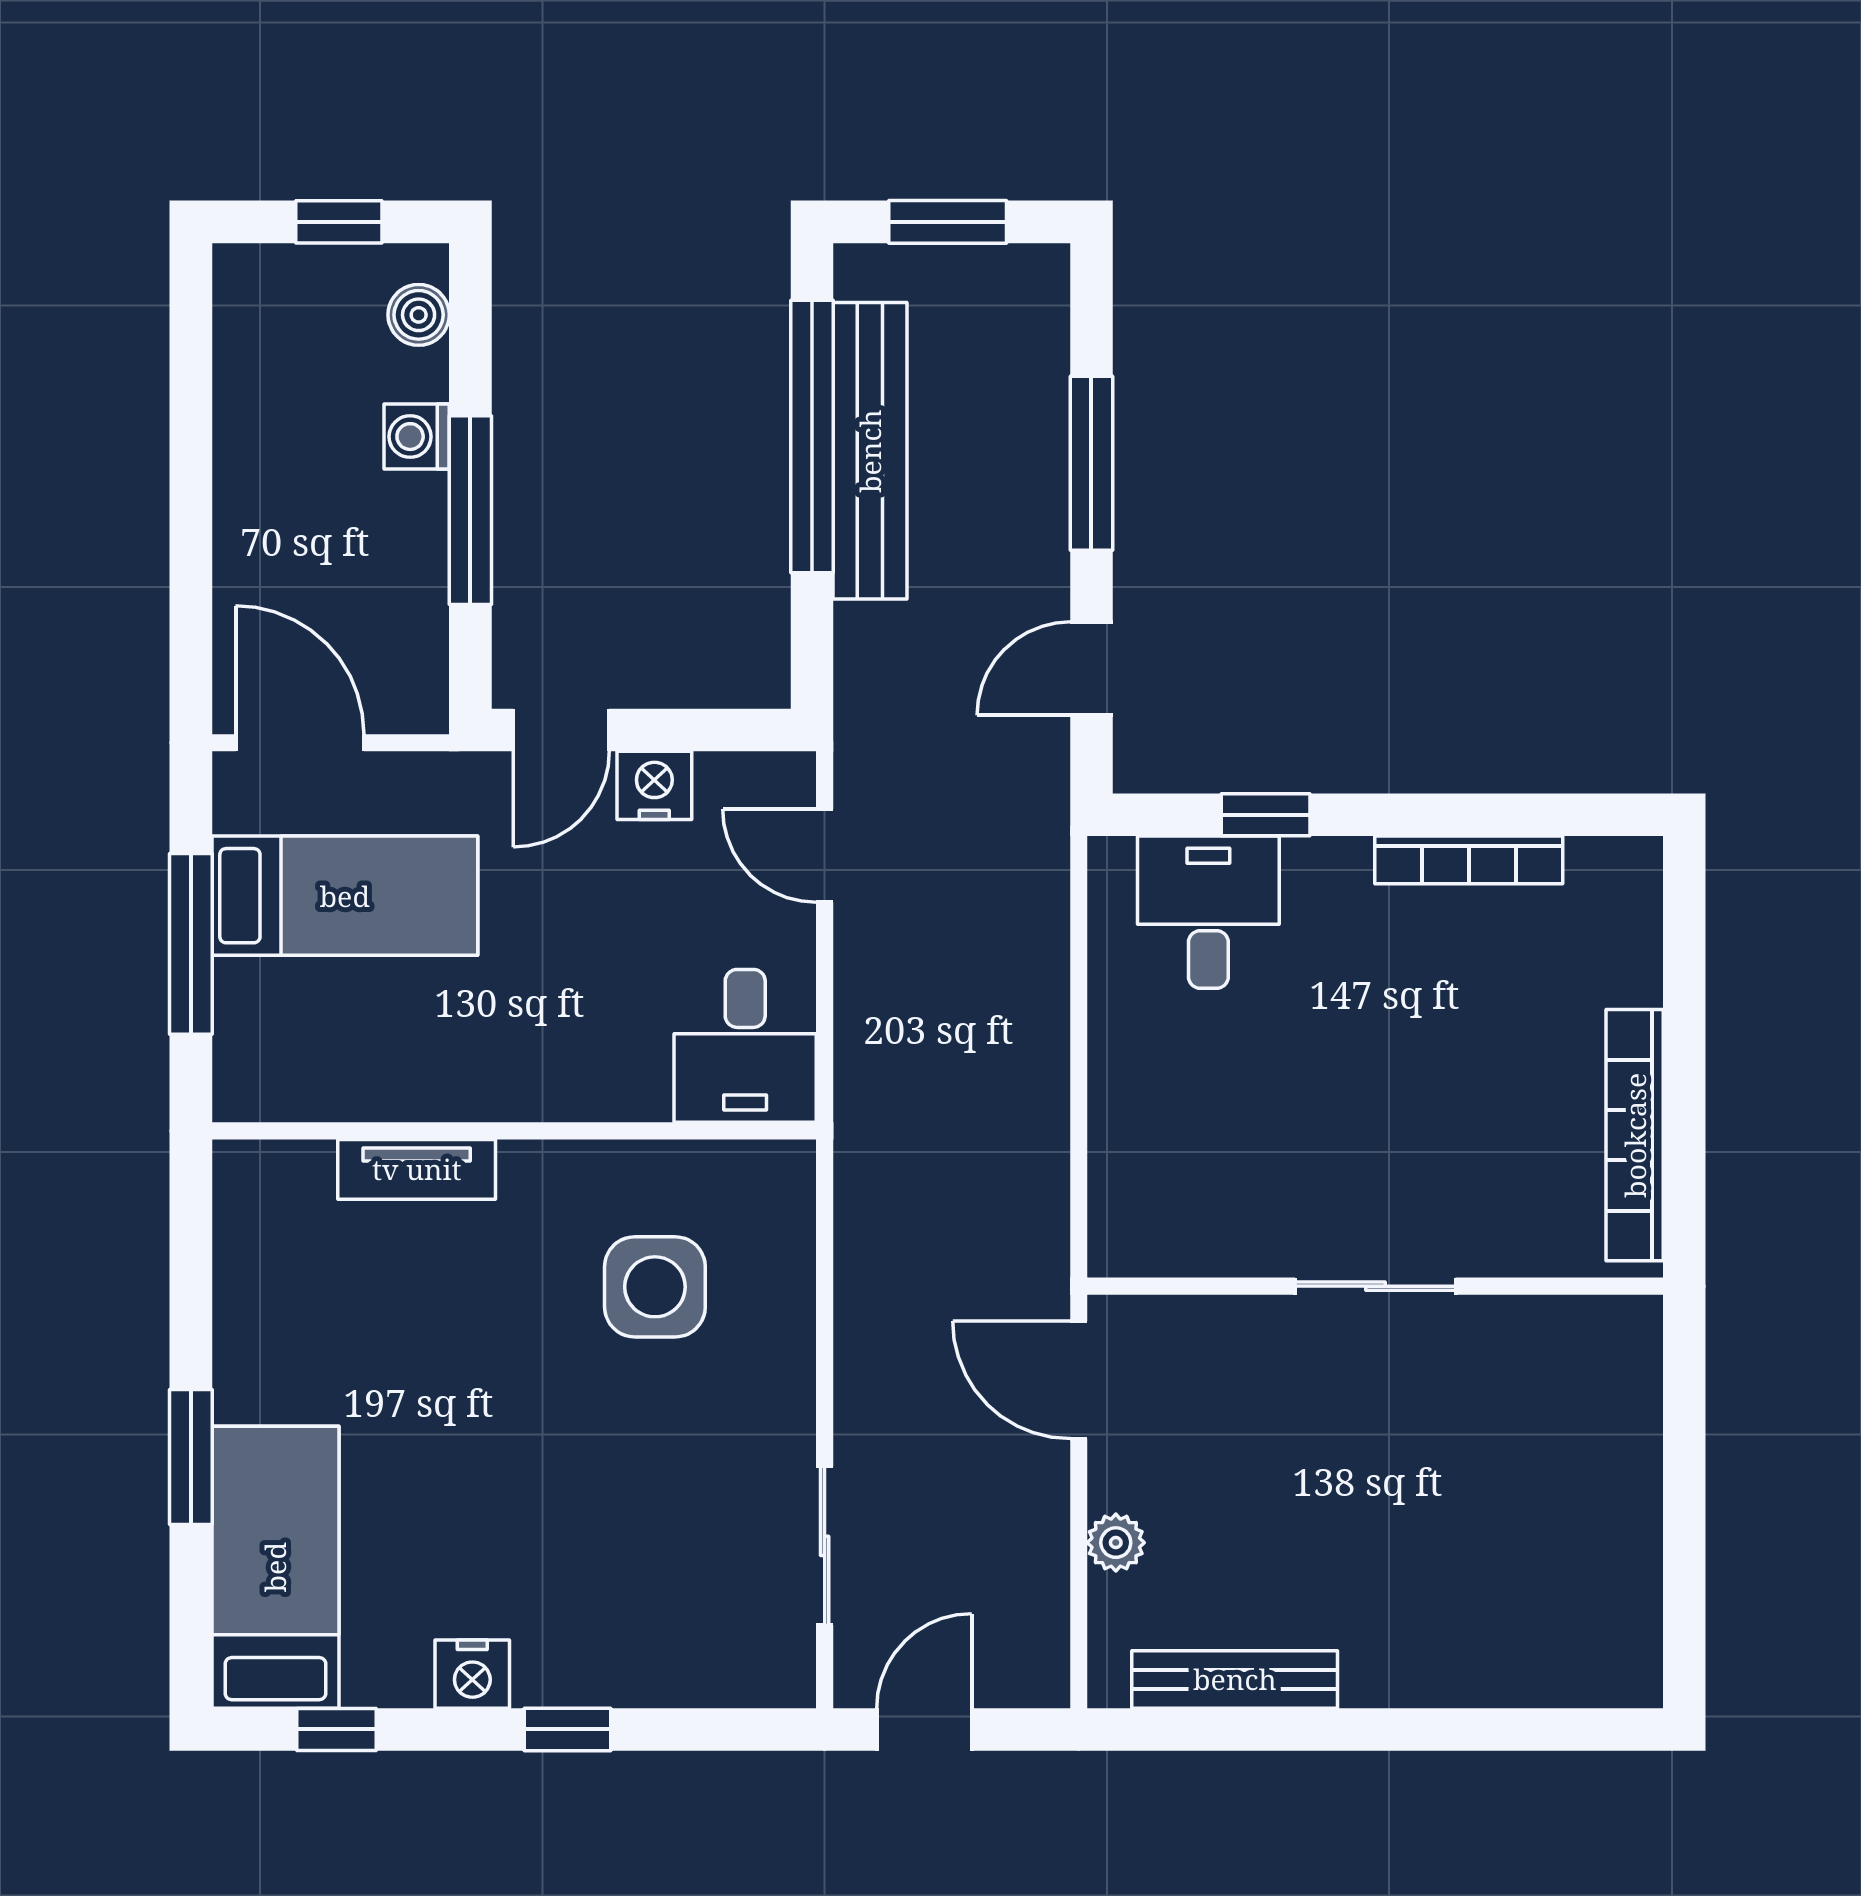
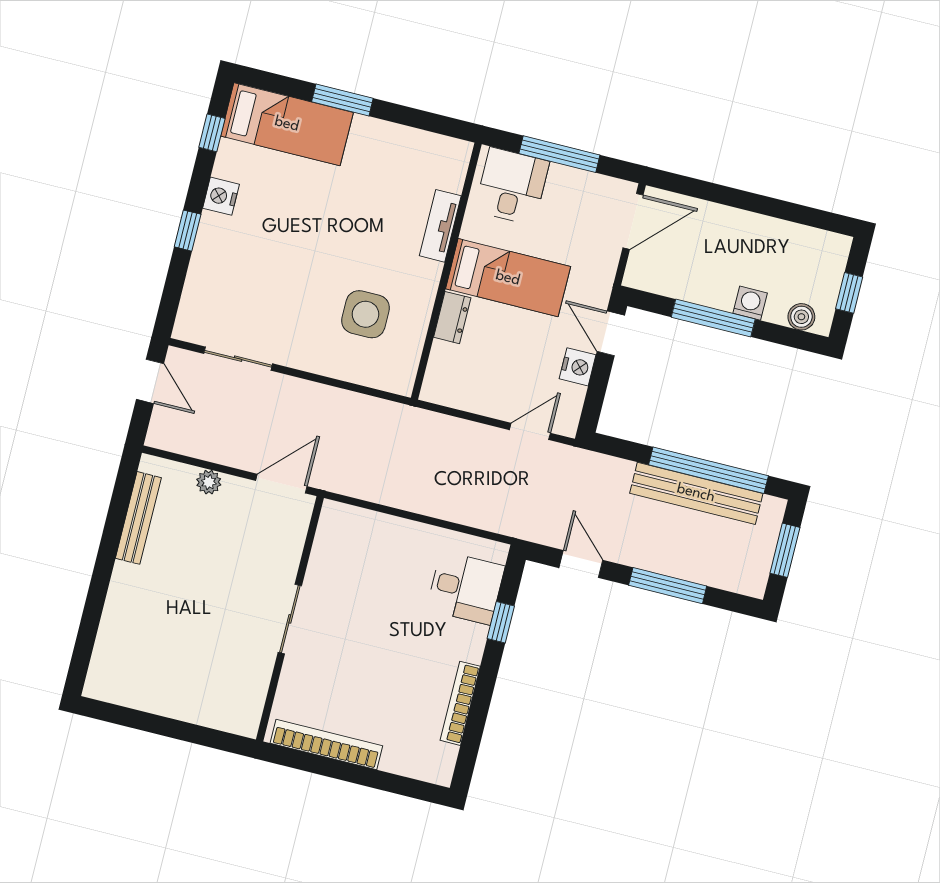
bed: (345, 896) -> (508, 278), moved, turned -90
desk: (745, 1046) -> (512, 186), moved, turned 90
dresser: (614, 1092) -> (452, 318), added

